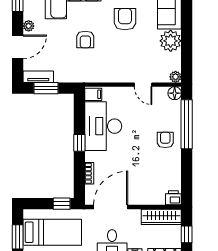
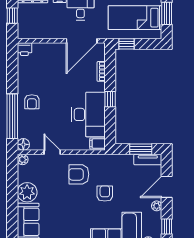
armchair: (125, 19) -> (79, 174), moved, turned 90
wardrobe: (161, 217) -> (36, 32), removed

